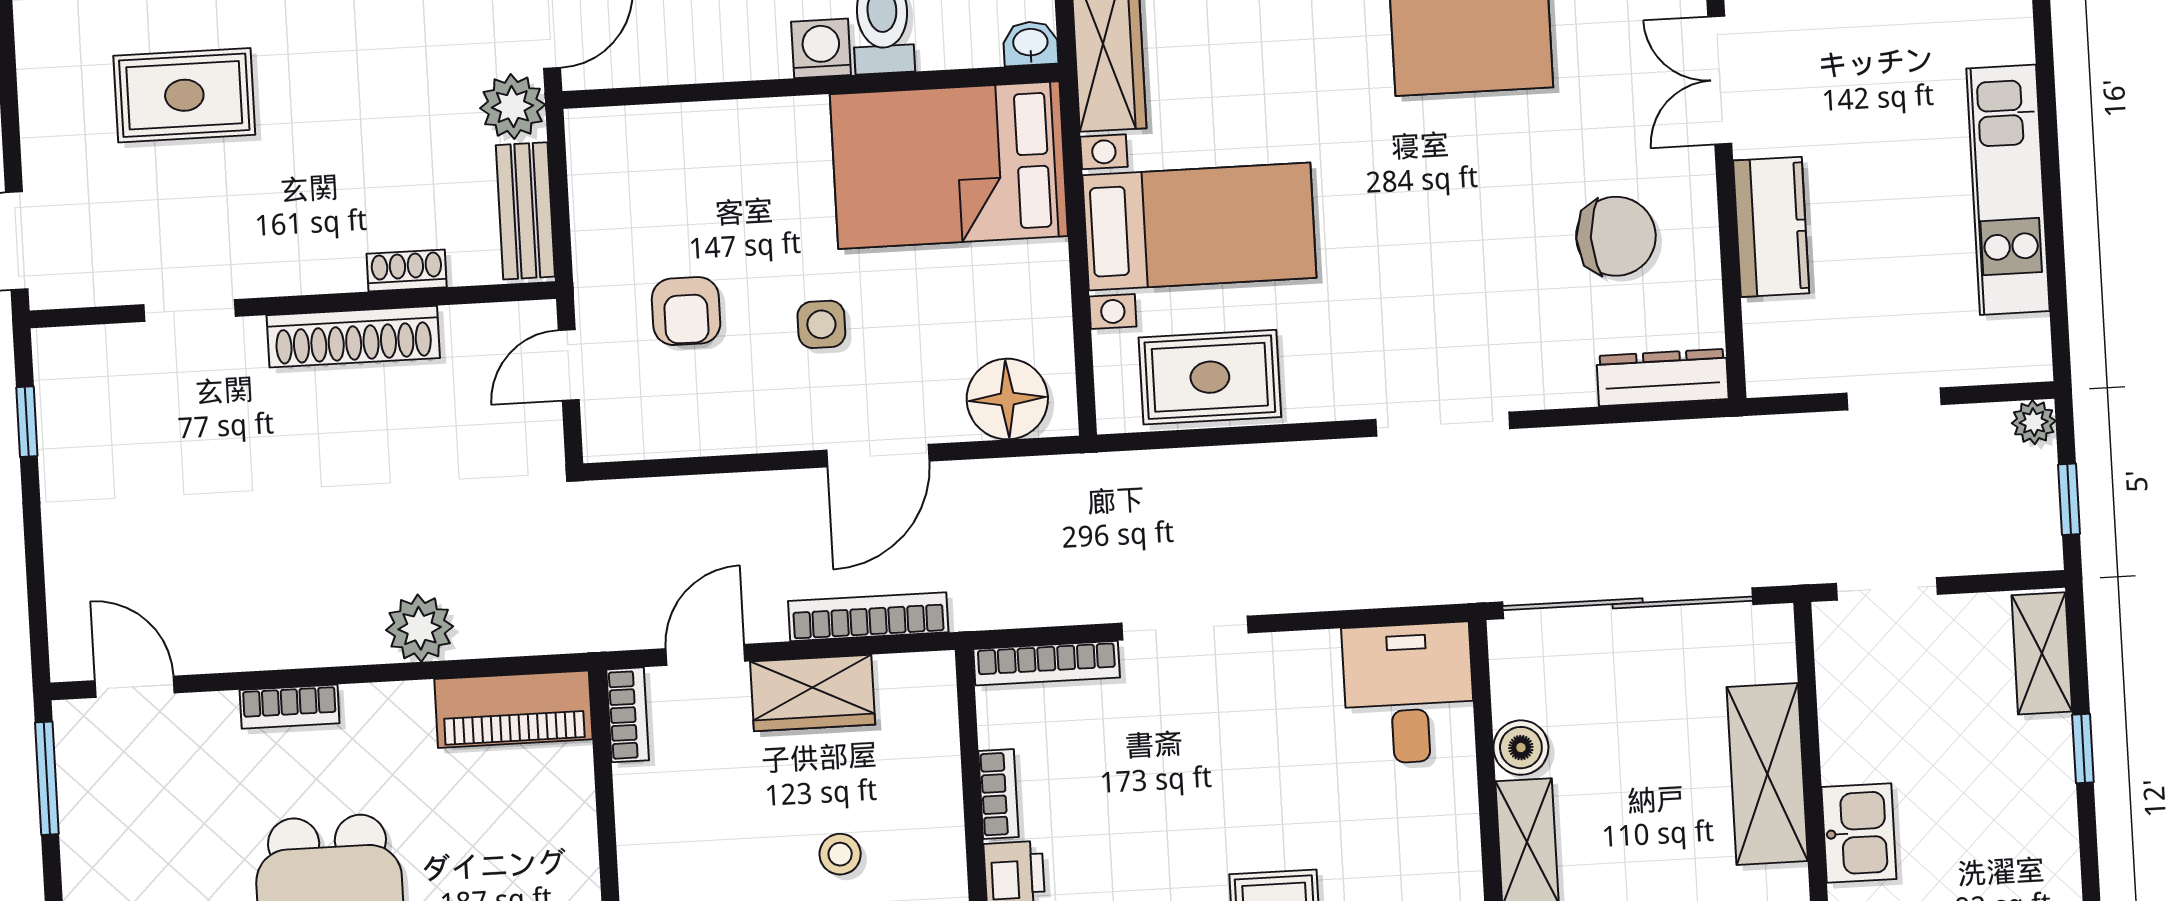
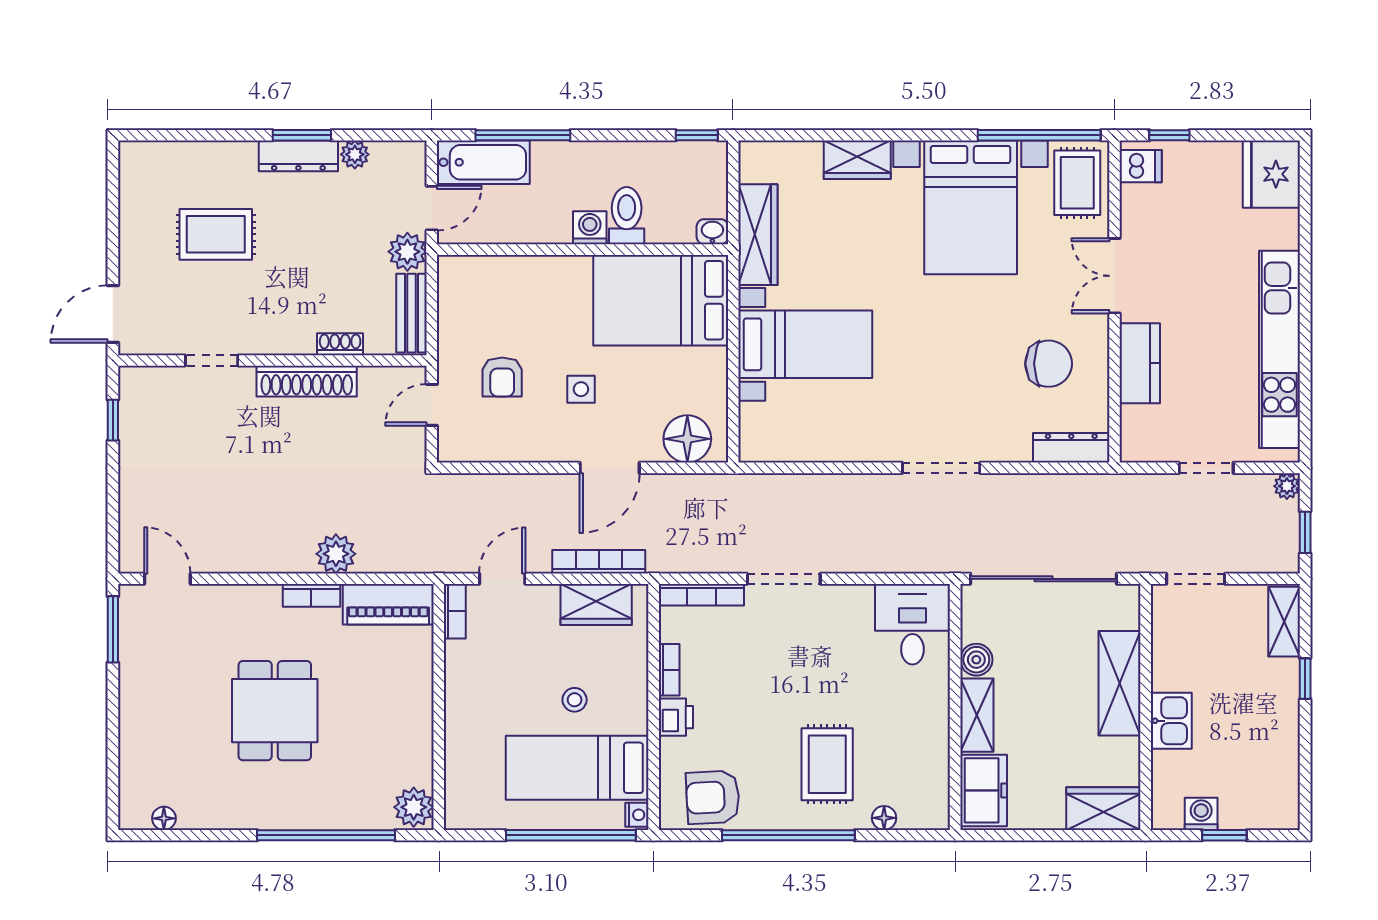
kitchen unit: (2008, 190) -> (1279, 349), width x1.36
rug: (1210, 377) -> (806, 433), removed
wardrobe: (813, 693) -> (596, 605), moved
bookcase: (290, 707) -> (311, 595), moved

